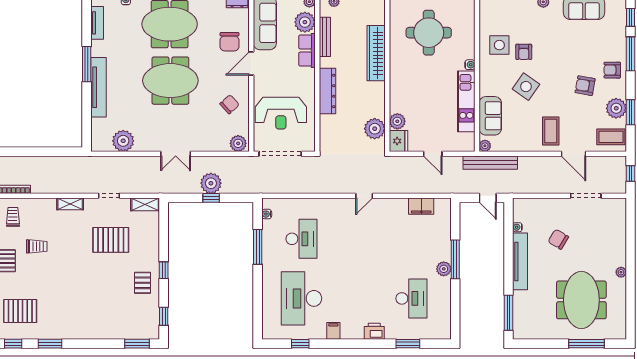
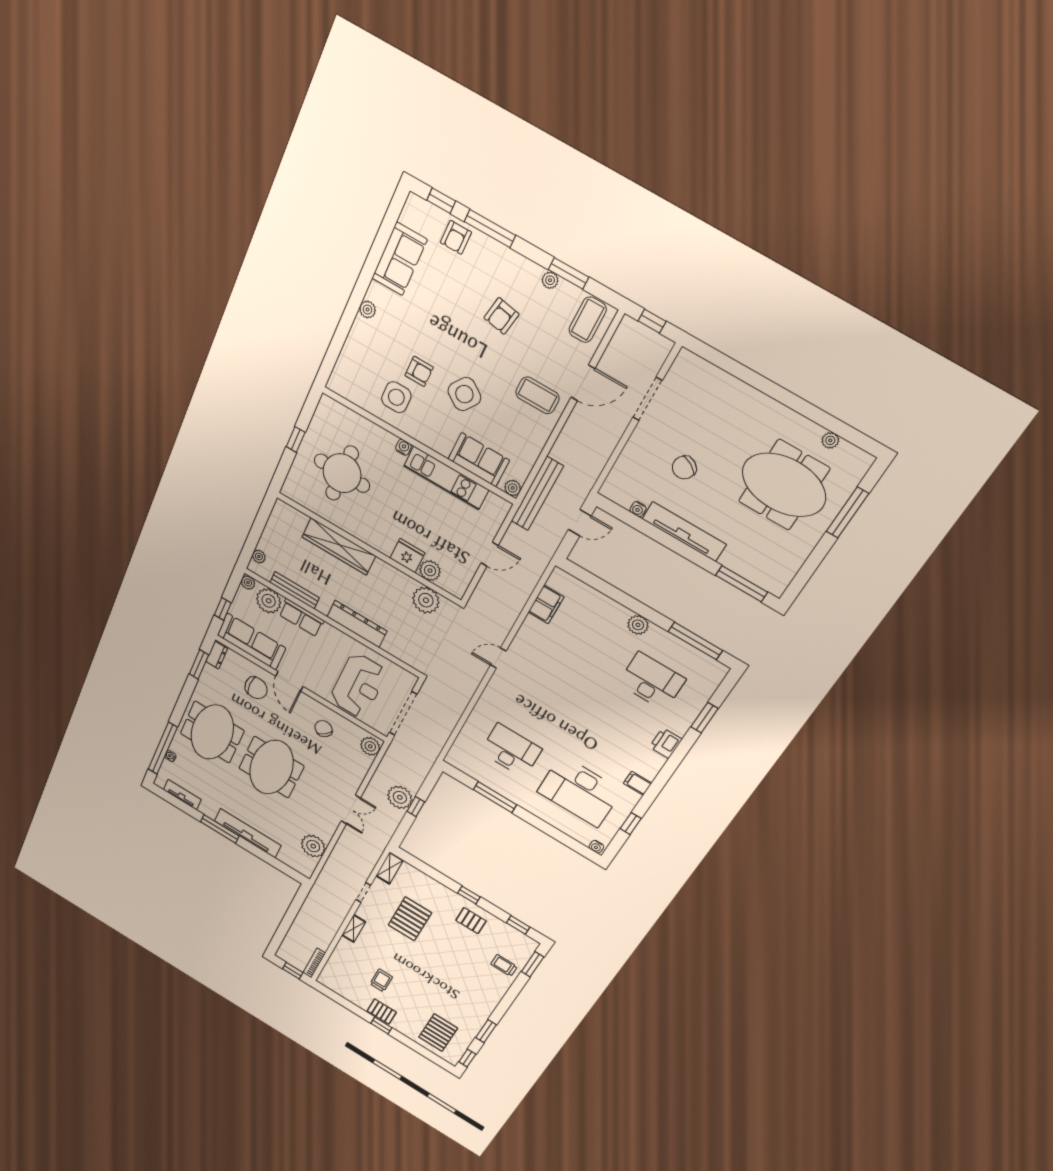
armchair: (612, 70) -> (456, 237), moved
plant: (616, 108) -> (550, 280), width x0.53, depth x0.53
fridge: (399, 141) -> (407, 556), moved
door: (364, 196) -> (498, 658), swing flipped
water cooler: (267, 214) -> (596, 847), moved
trolley: (13, 217) -> (504, 965), moved
window: (455, 259) -> (695, 641), moved
plant: (621, 272) -> (830, 440), moved

